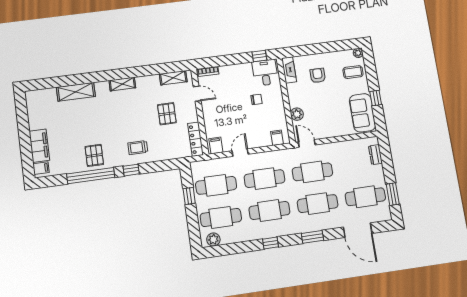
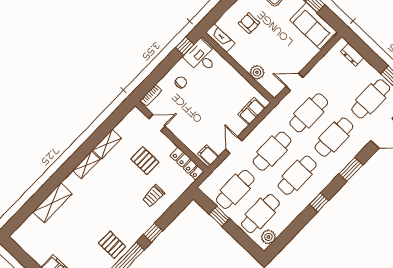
shelving: (173, 78) -> (107, 144), moved
chair: (256, 99) -> (181, 83), moved
filing cabinet: (277, 138) -> (252, 111), width x2.00
door: (307, 143) -> (294, 82), moved
trolley: (138, 148) -> (153, 196), moved

